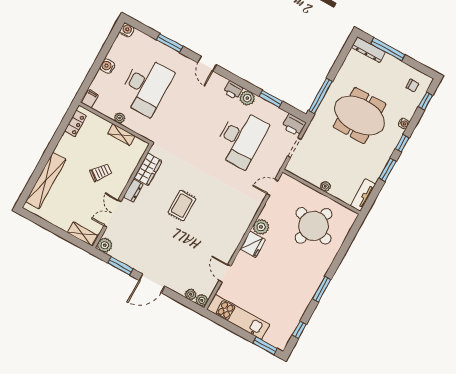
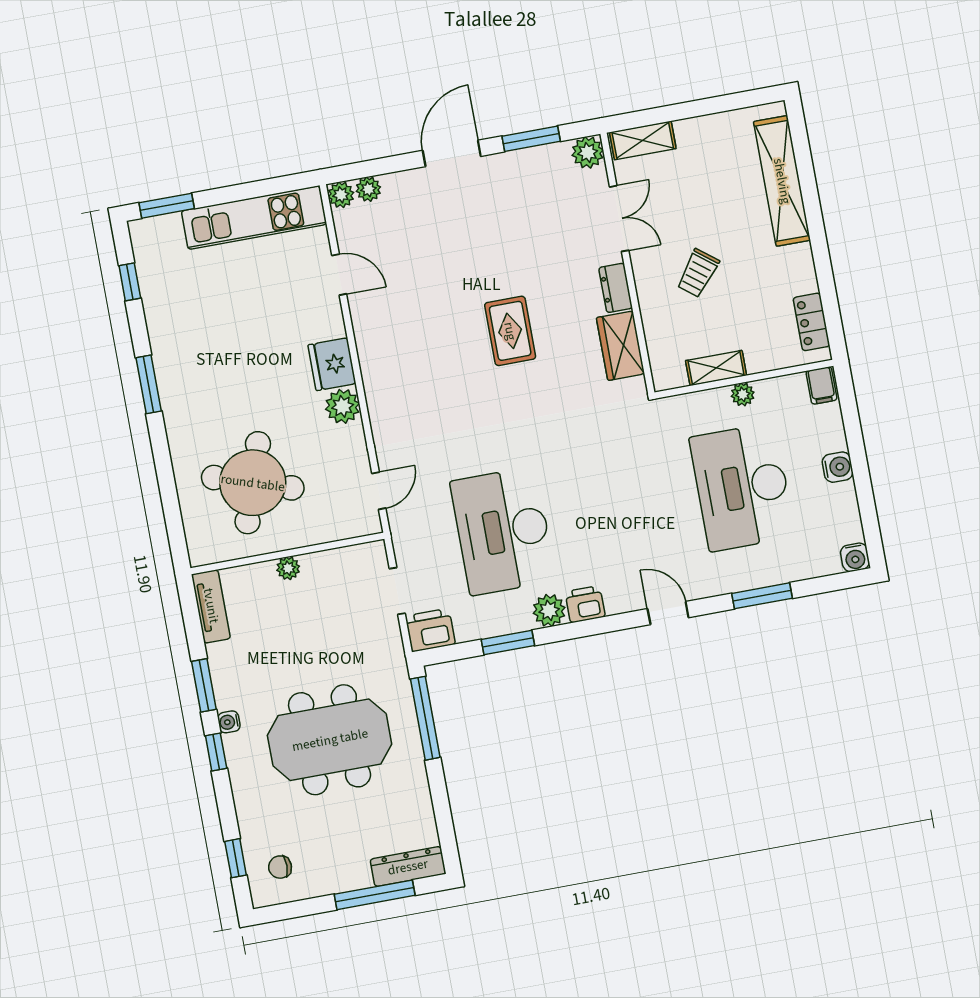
water cooler: (404, 124) -> (229, 722), moved

